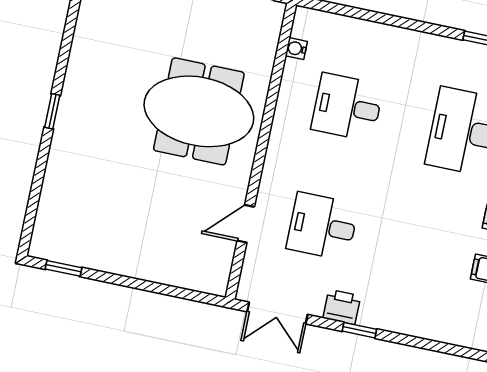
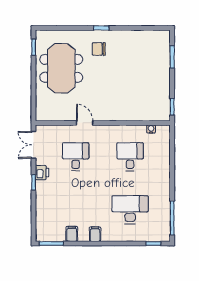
meeting table: (199, 111) -> (61, 68), moved
chair: (97, 126) -> (99, 49), added
door: (246, 224) -> (85, 123), moved

